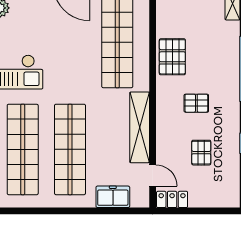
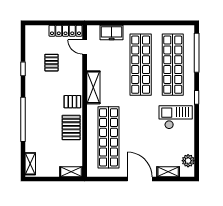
pallet: (196, 103) -> (72, 102), moved
shelving: (140, 127) -> (93, 87), width x0.68
locker: (172, 199) -> (65, 31), width x1.53

